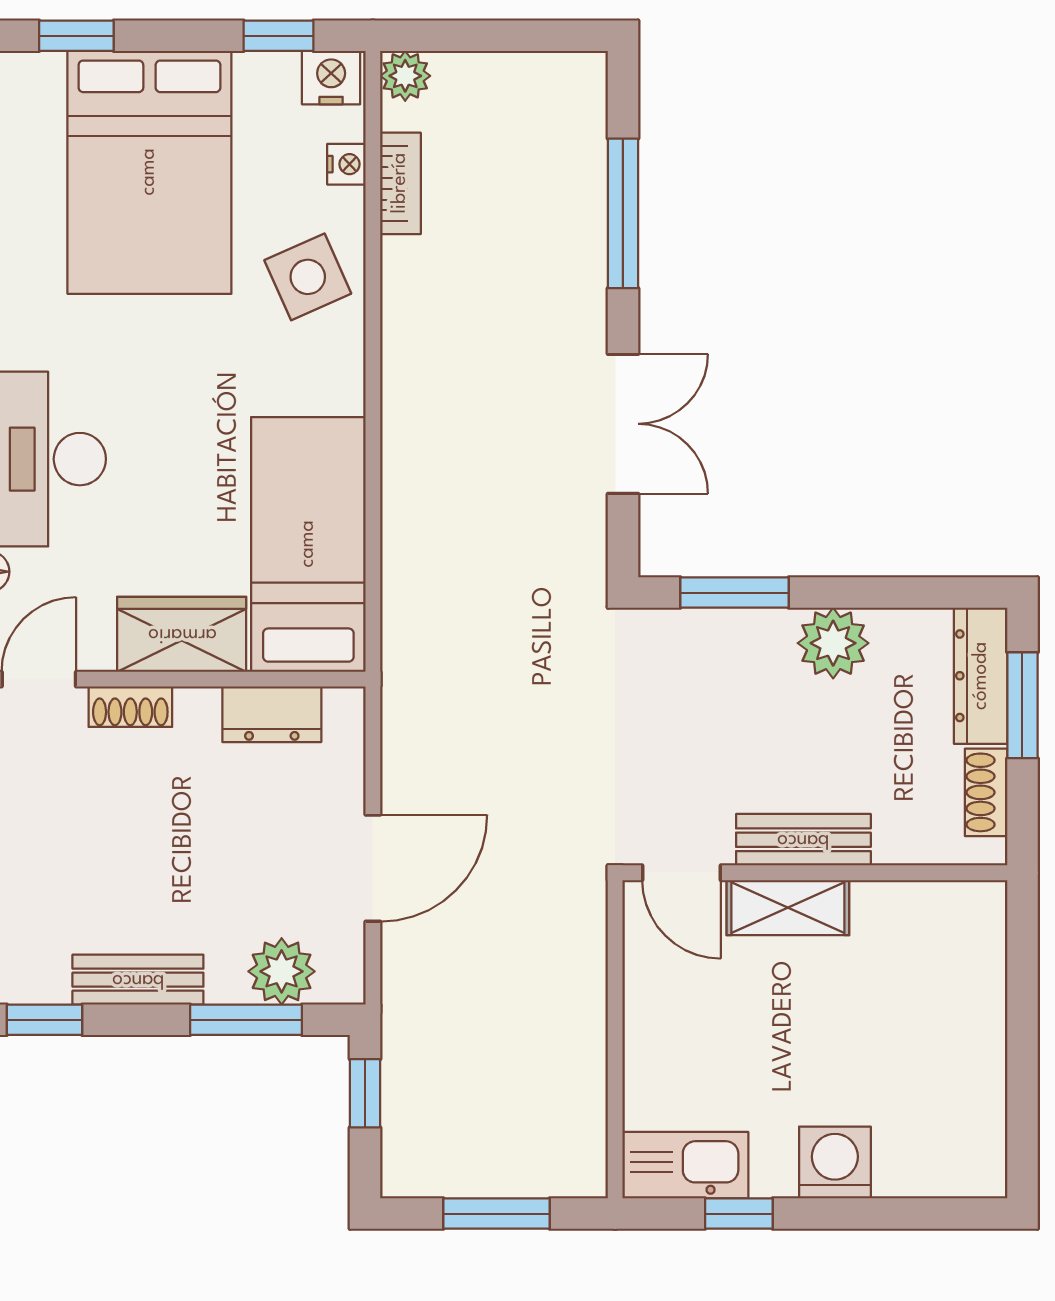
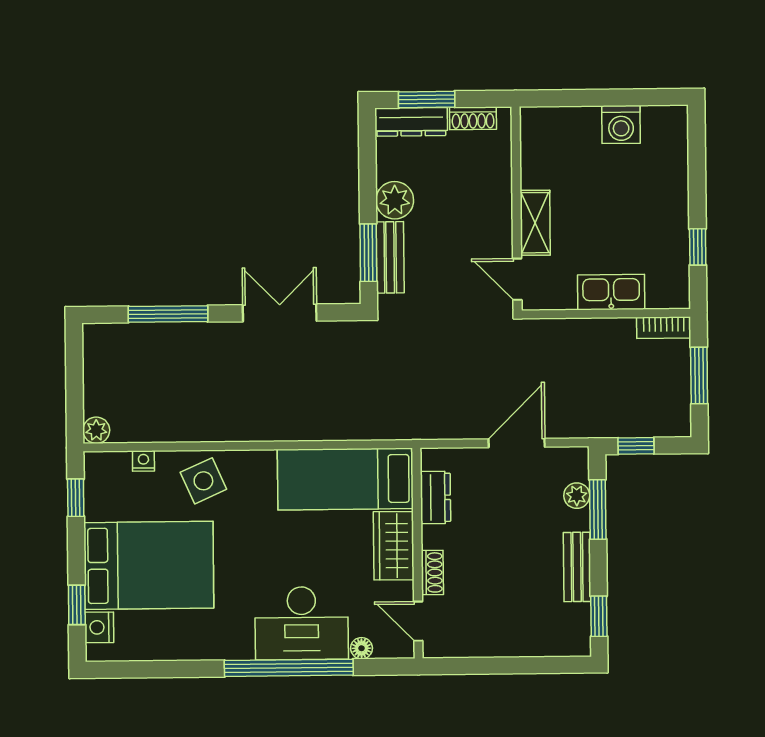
nightstand: (331, 78) -> (99, 627), moved
bookcase: (400, 183) -> (664, 328), moved, turned 180
bench: (803, 840) -> (390, 257), moved
door: (373, 868) -> (517, 443), hinge flipped
door: (682, 873) -> (517, 279), swing flipped
plant: (282, 971) -> (577, 496), width x0.73, depth x0.73
washing machine: (835, 1162) -> (621, 125), moved, turned -90
kitchen sink: (685, 1165) -> (611, 292), moved, turned 90

